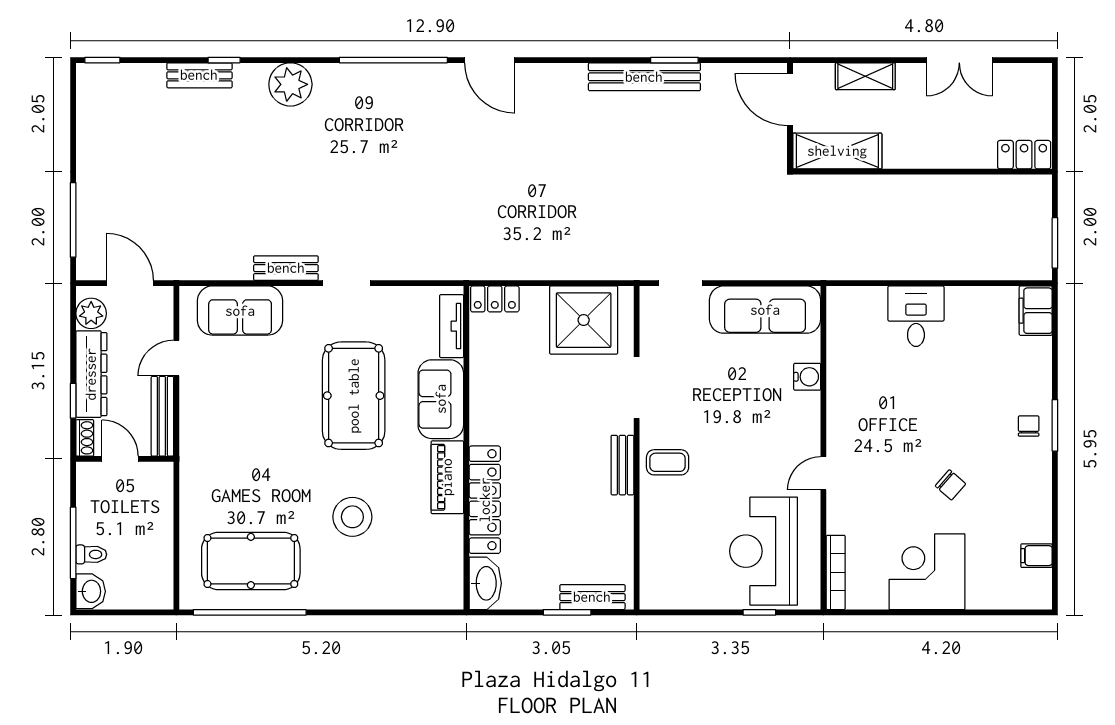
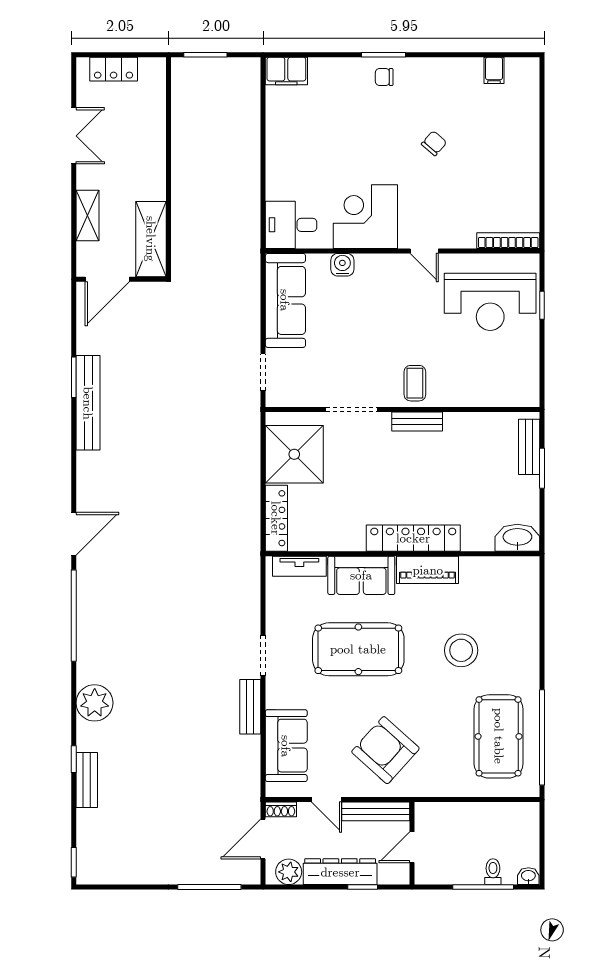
locker: (1024, 155) -> (114, 69), moved, turned -90
window: (1055, 243) -> (205, 55), moved
locker: (495, 299) -> (276, 518), width x1.53
desk: (916, 316) -> (291, 225), moved
armchair: (235, 428) -> (385, 750), added
shoe rack: (85, 438) -> (281, 809), moved, turned 180
locker: (485, 500) -> (413, 538), moved
corner desk: (927, 572) -> (365, 217), moved, turned 90
washbasin: (91, 591) -> (528, 876), width x0.72, depth x0.69

